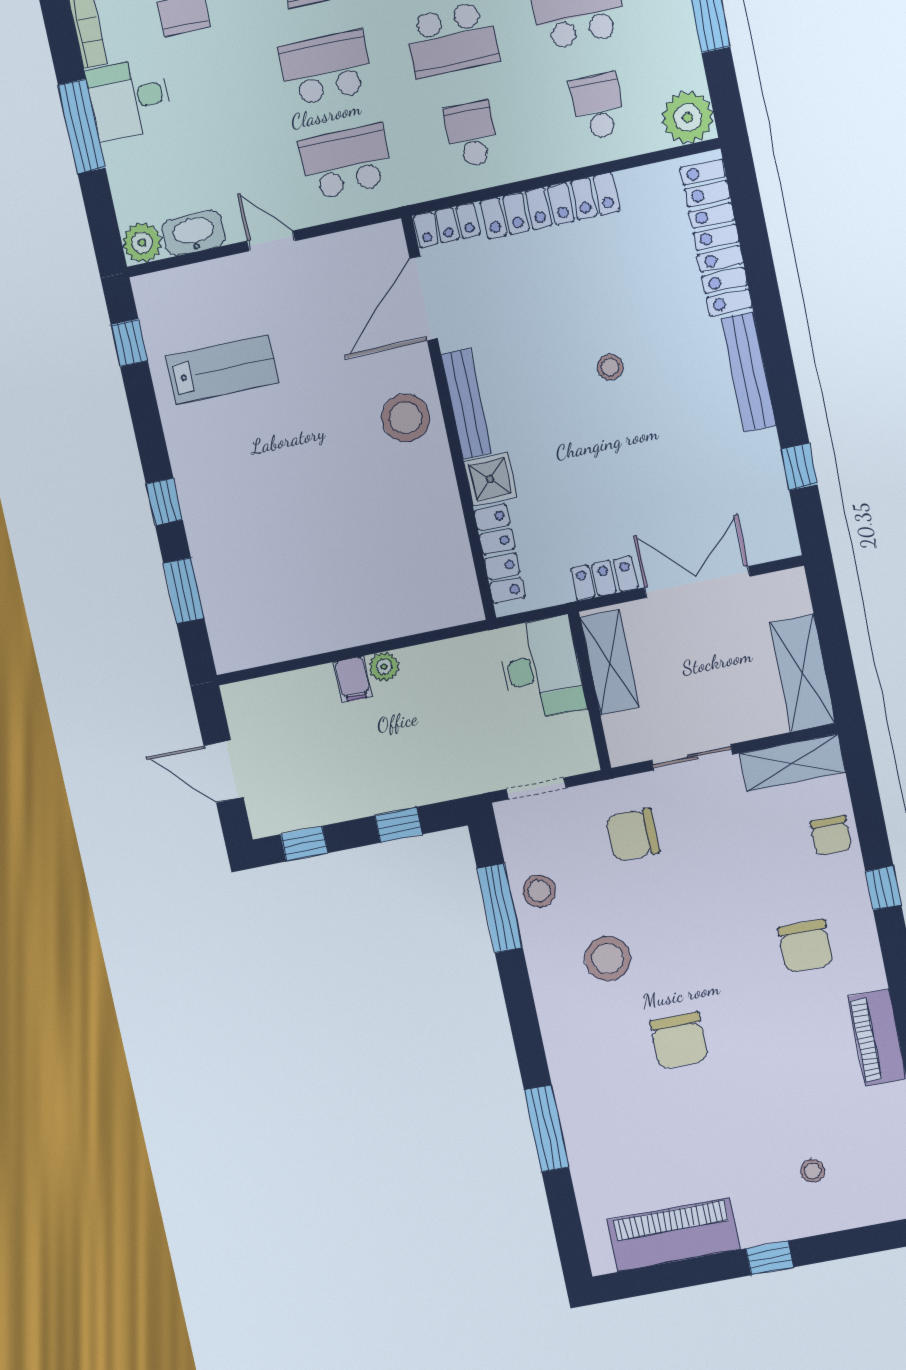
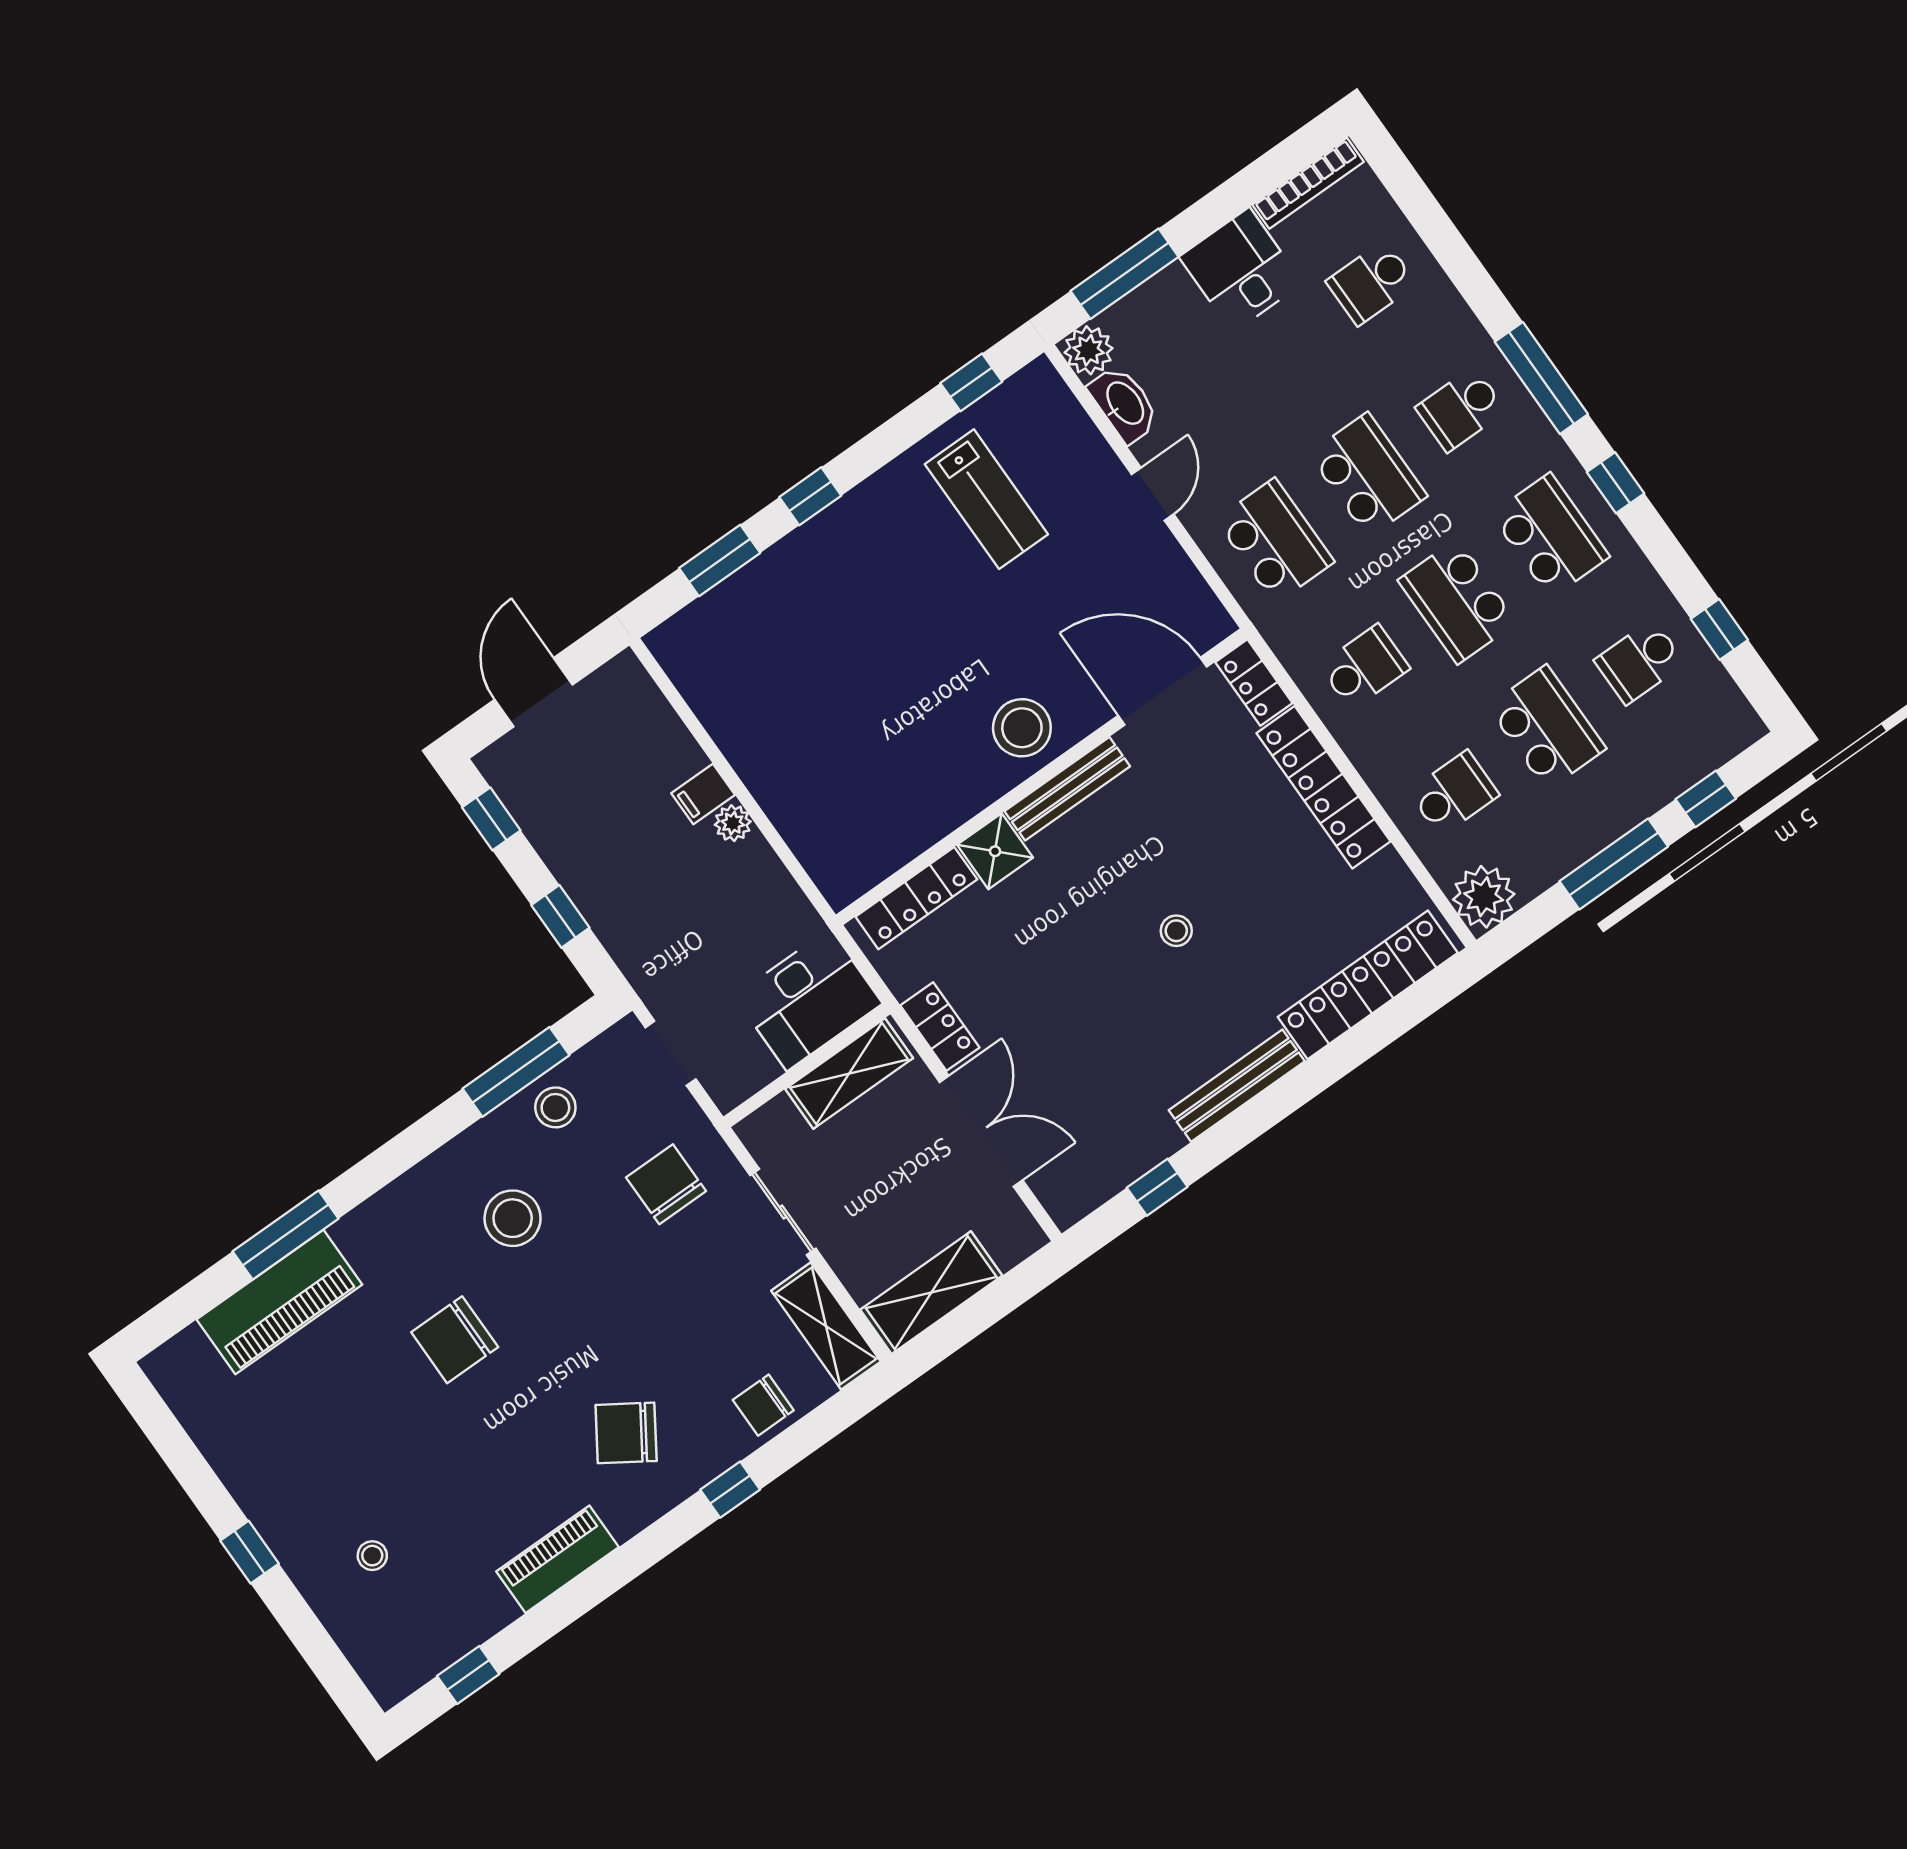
window: (82, 126) -> (1125, 274), moved
chair: (806, 946) -> (626, 1433), turned 33
piano: (674, 1235) -> (279, 1302), moved, turned 90

